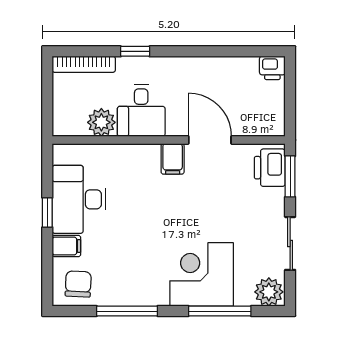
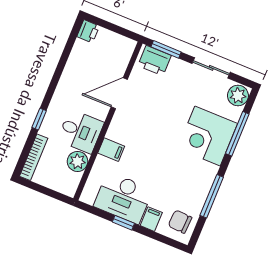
filing cabinet: (173, 159) -> (111, 150), moved

